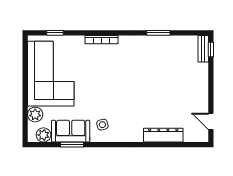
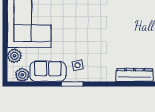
window: (72, 145) -> (72, 84), moved

